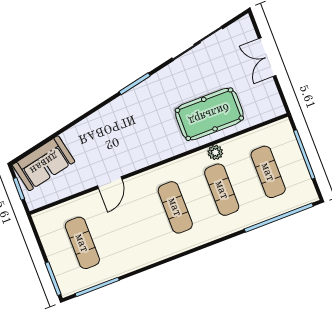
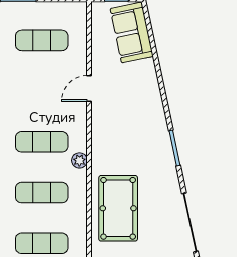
plant: (215, 152) -> (79, 160), moved
door: (110, 183) -> (89, 88), hinge flipped

